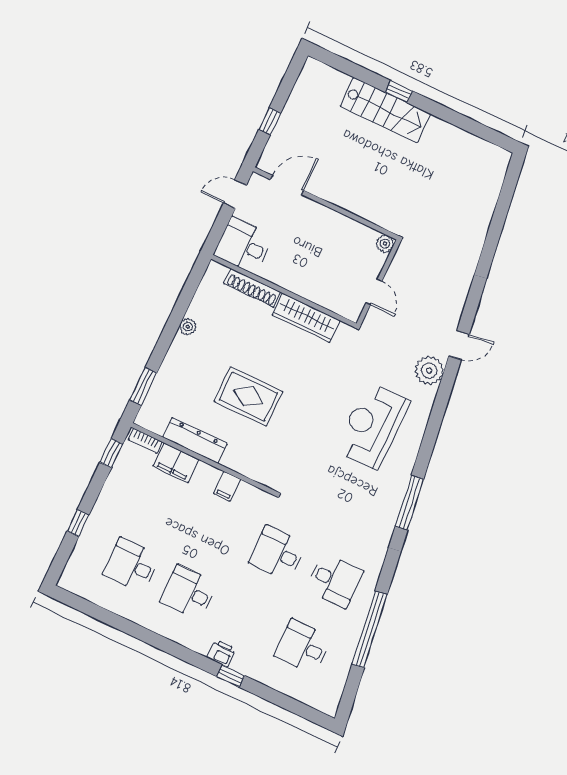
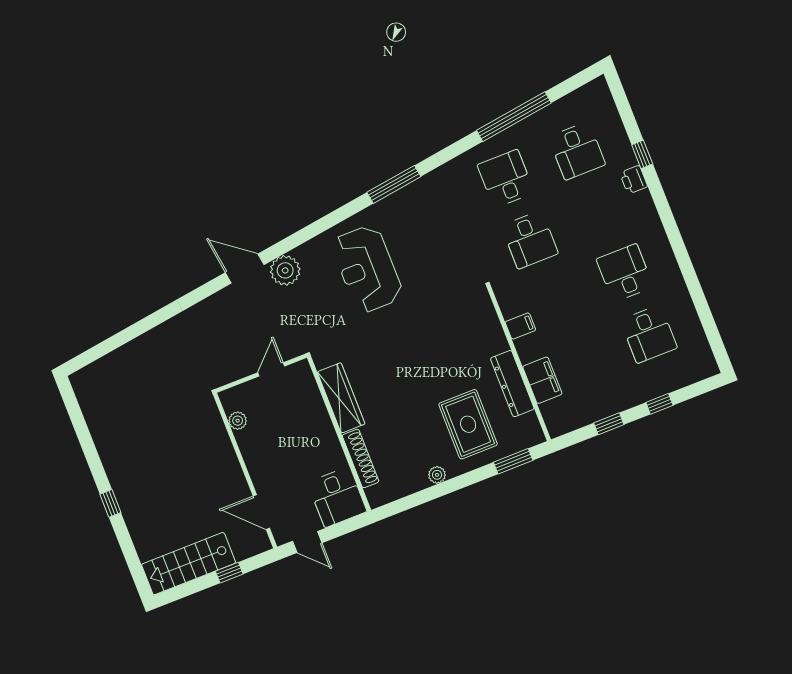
stairs: (385, 110) -> (189, 564), moved, turned -90
plant: (385, 244) -> (238, 421), moved
door: (459, 345) -> (245, 269), width x1.38
rug: (248, 396) -> (468, 424), moved
reception desk: (373, 426) -> (367, 269), turned 90
bookcase: (145, 441) -> (550, 419), removed
window: (111, 453) -> (609, 424), moved
desk: (189, 592) -> (625, 273), turned 180
printer: (221, 653) -> (634, 180), moved
window: (231, 676) -> (642, 154), moved

